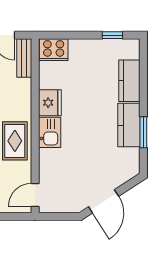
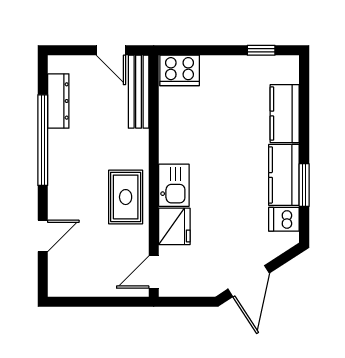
bench: (24, 58) -> (139, 92), width x1.36
fridge: (50, 103) -> (174, 226), moved
dishwasher: (129, 157) -> (284, 219), added

